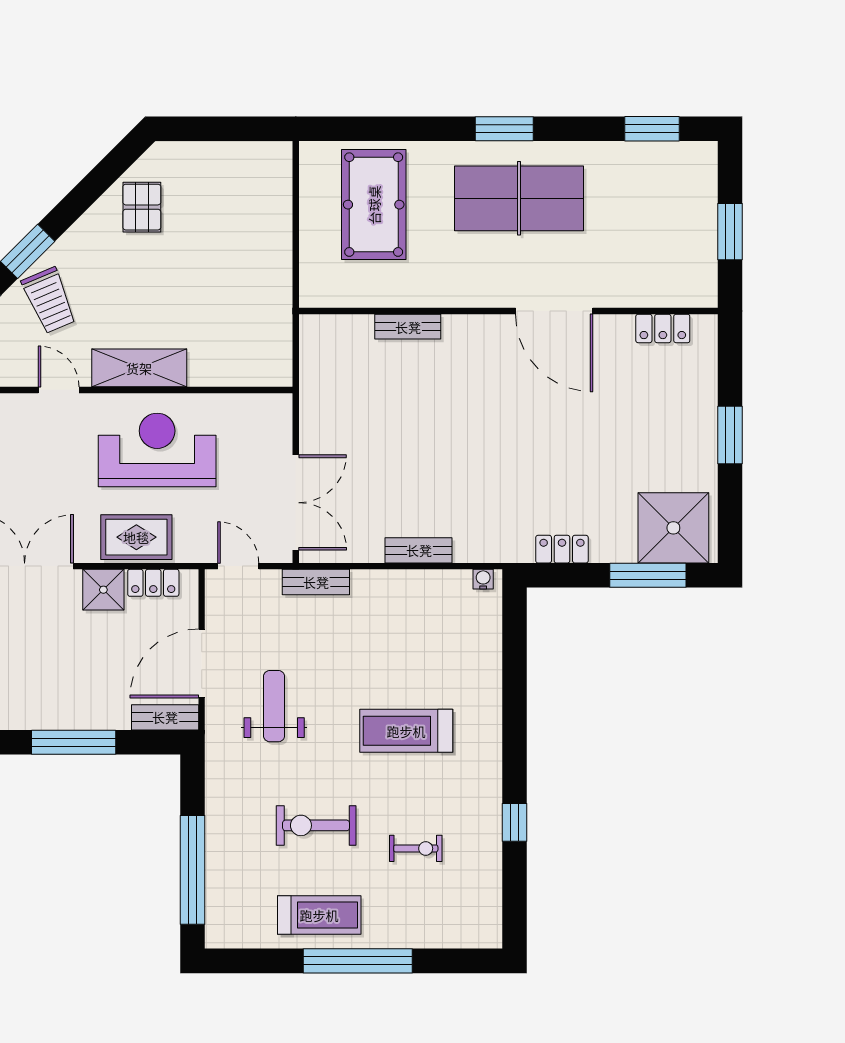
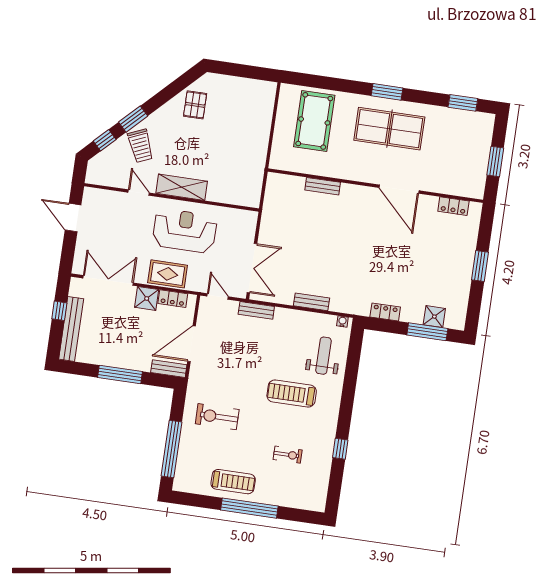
shower: (673, 528) -> (434, 317), width x0.54, depth x0.54
weight bench: (274, 706) -> (323, 356), moved
exercise bike: (316, 825) -> (217, 417), moved

